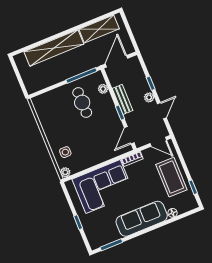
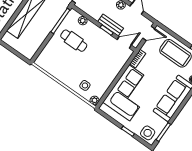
bench: (123, 99) -> (111, 25), moved
door: (129, 135) -> (124, 42), swing flipped
side table: (96, 236) -> (148, 133), added

